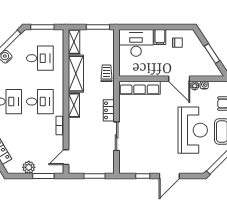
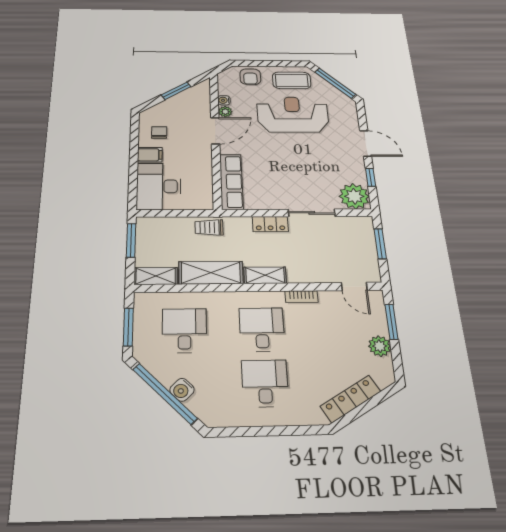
plant: (129, 164) -> (354, 196), added

